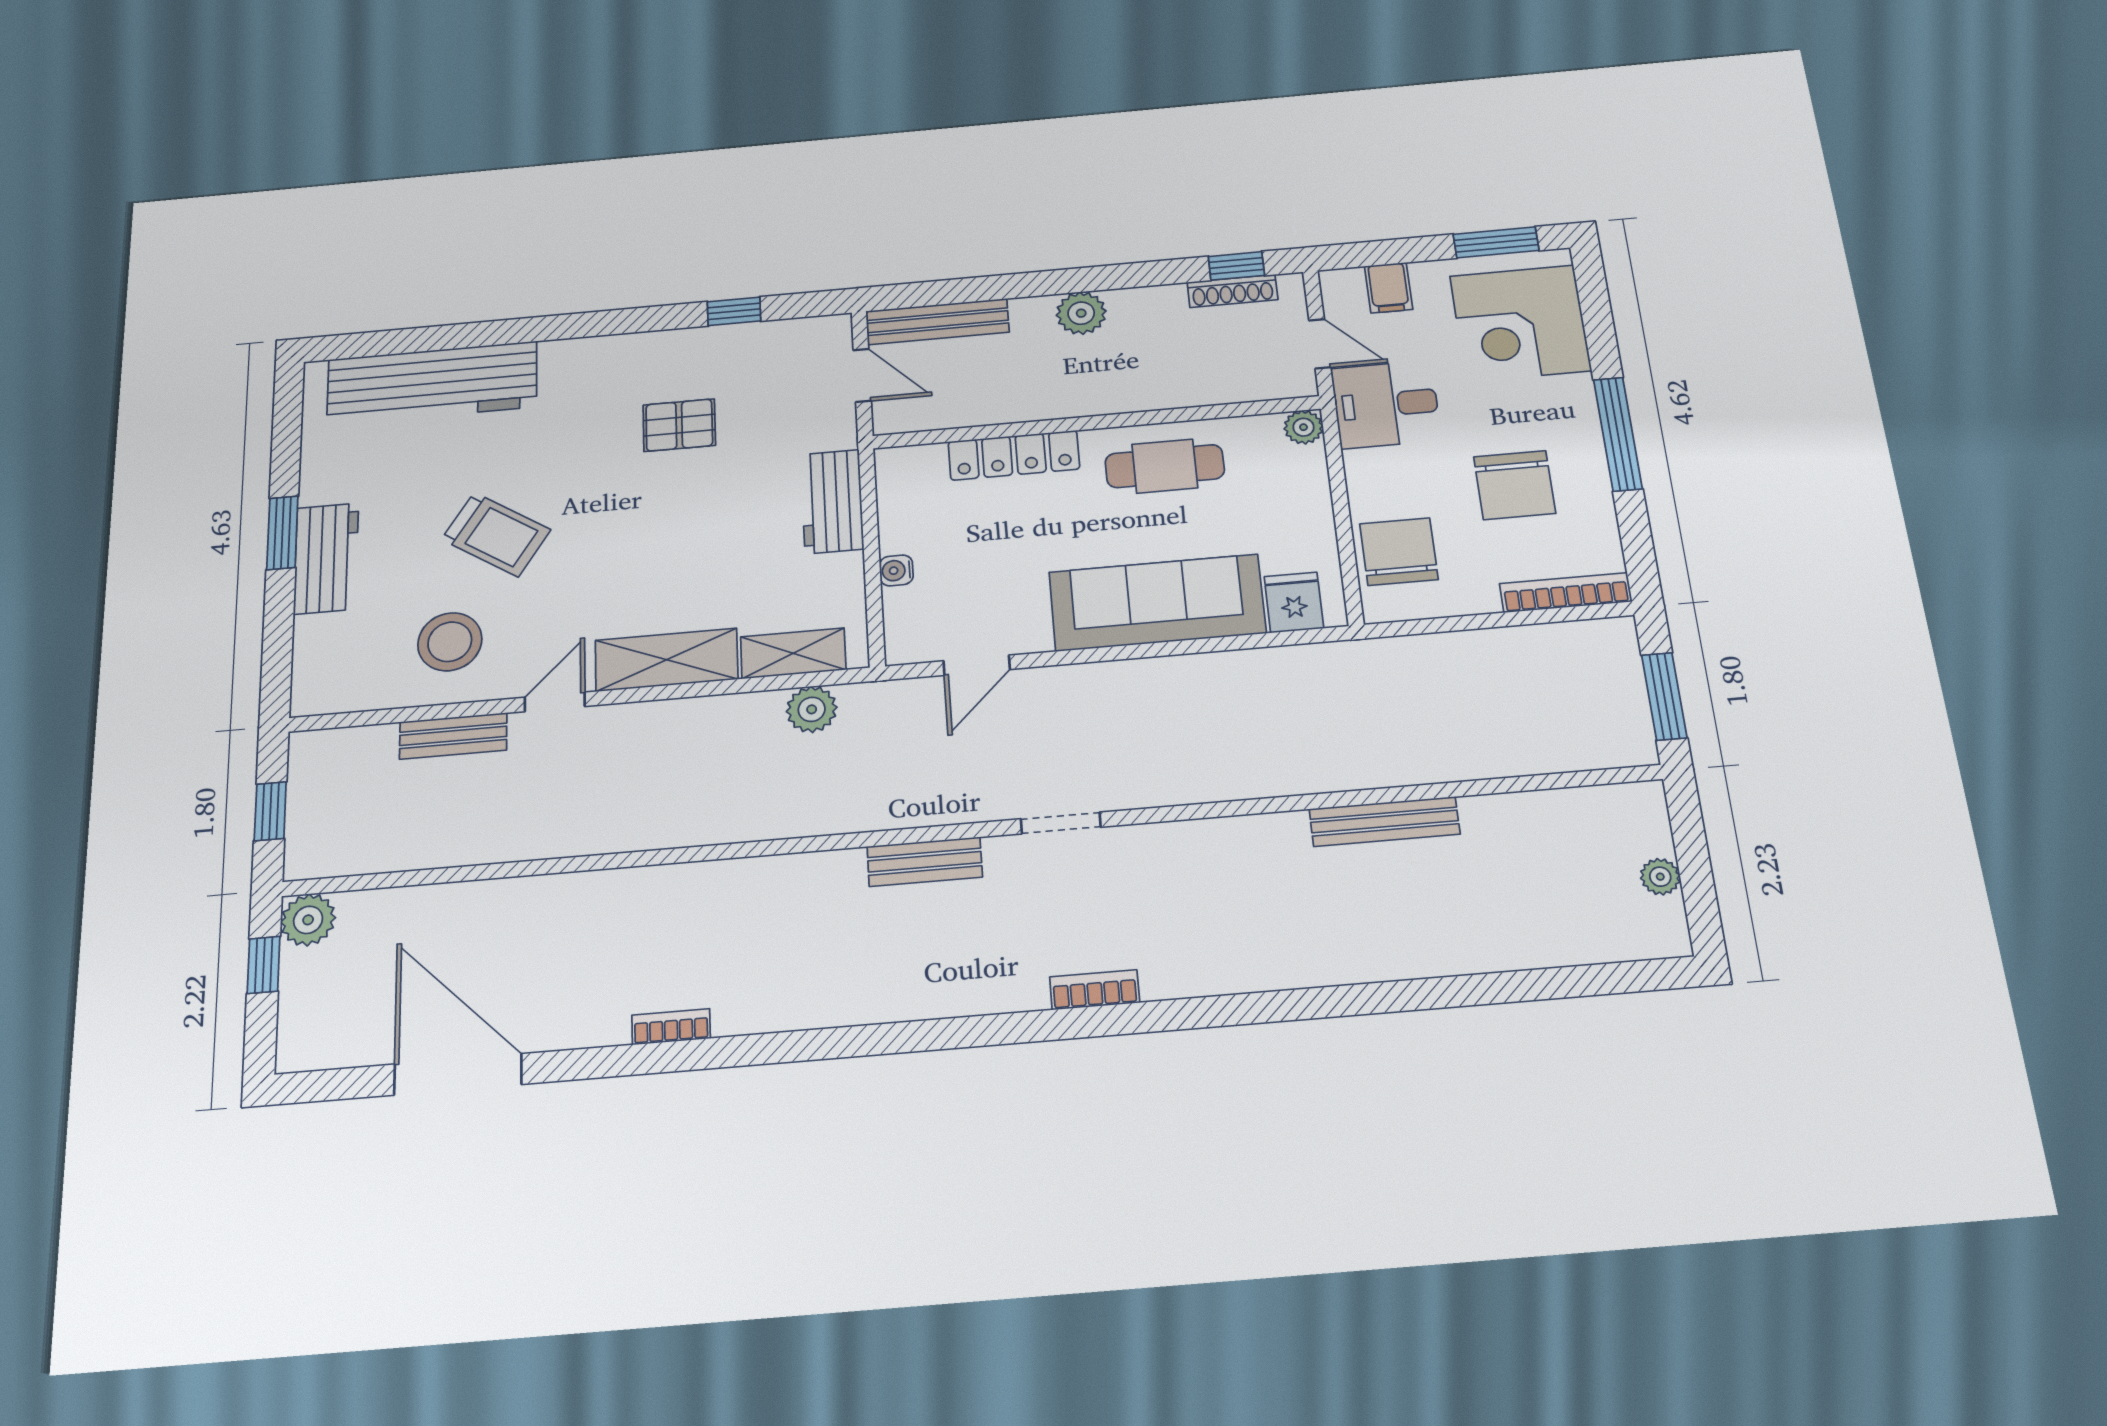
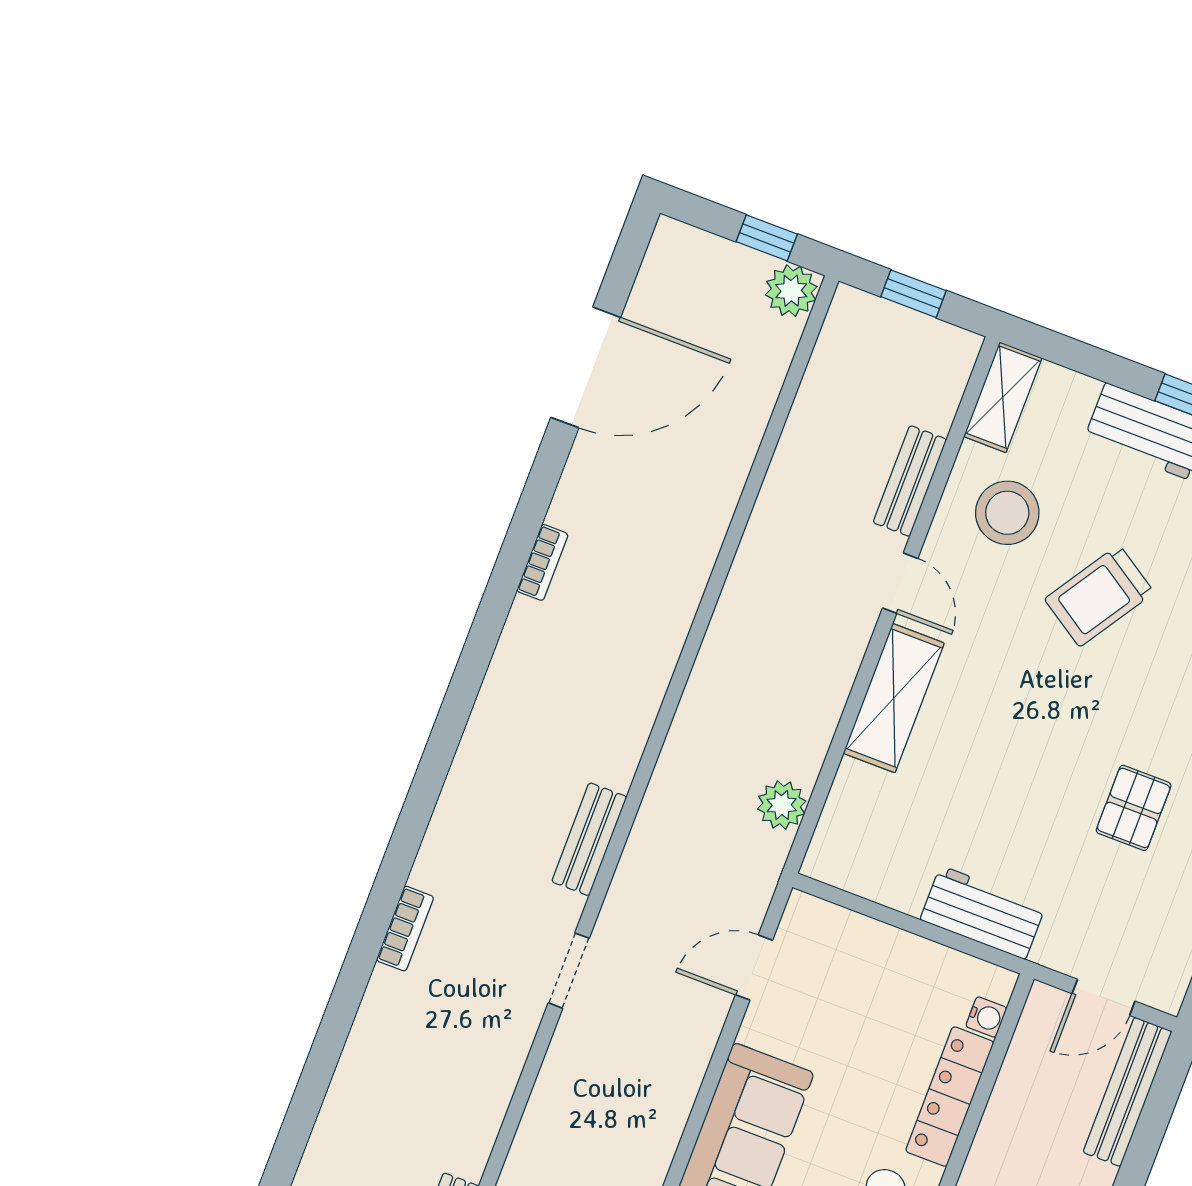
water cooler: (896, 570) -> (986, 1017), moved, turned 90
shelving: (793, 653) -> (1003, 397), moved
door: (977, 665) -> (754, 967), hinge flipped

